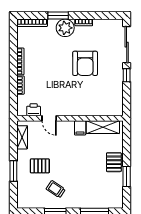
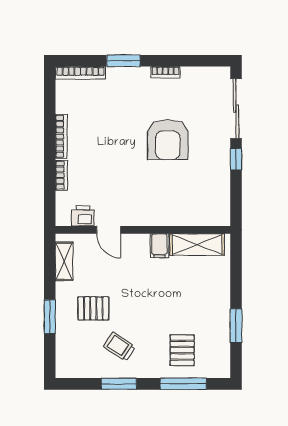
plant: (65, 28) -> (135, 81), removed
pallet: (114, 162) -> (182, 350), moved

